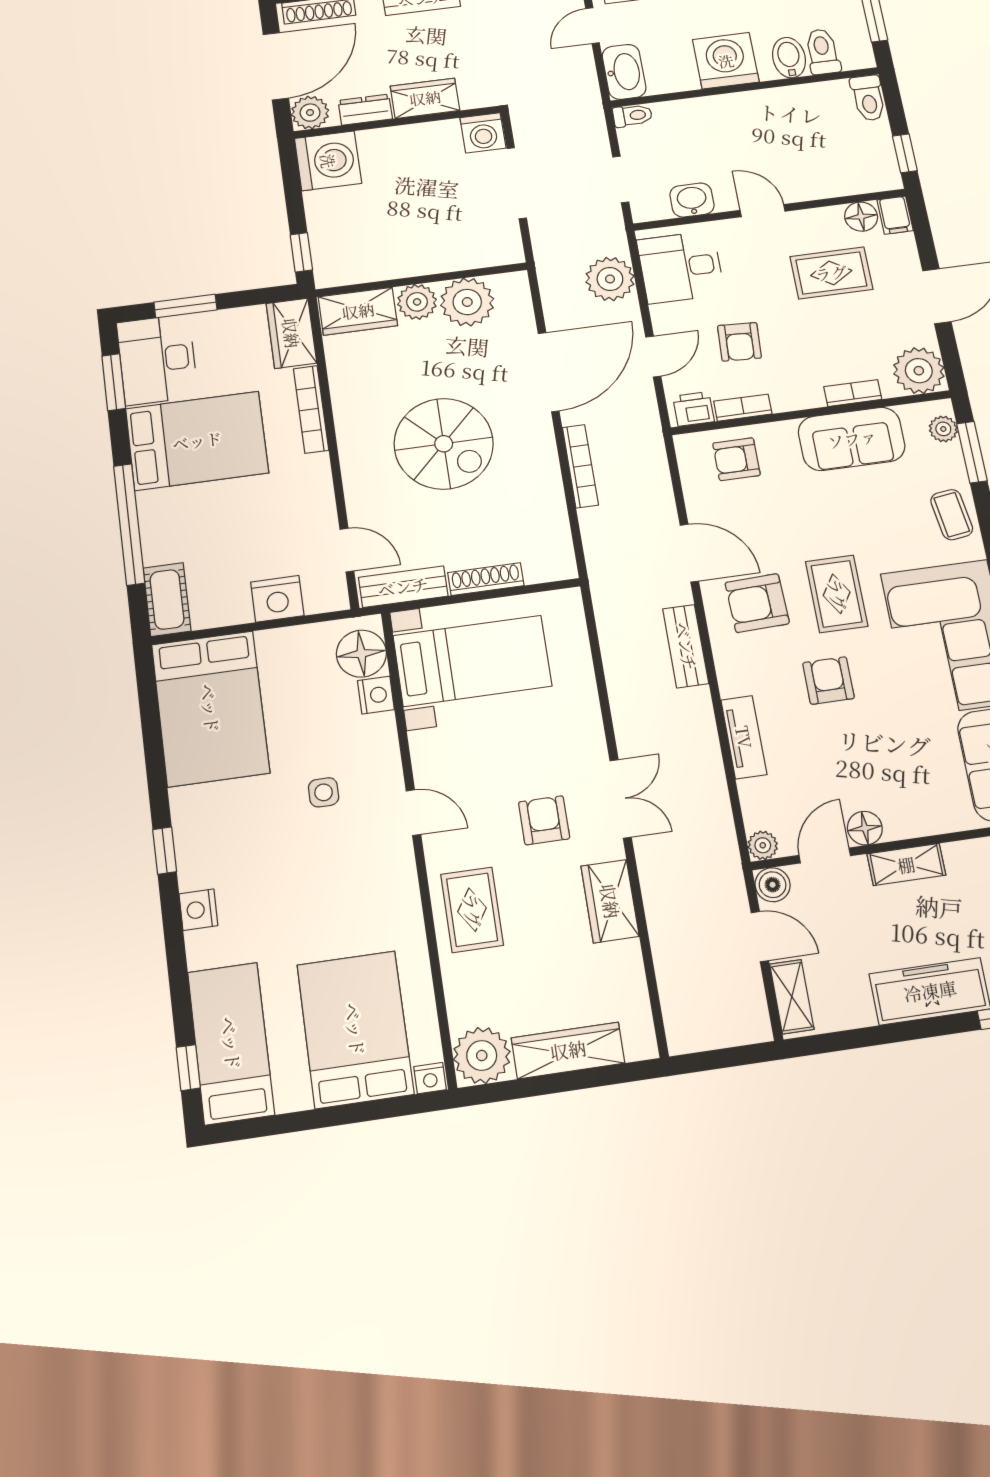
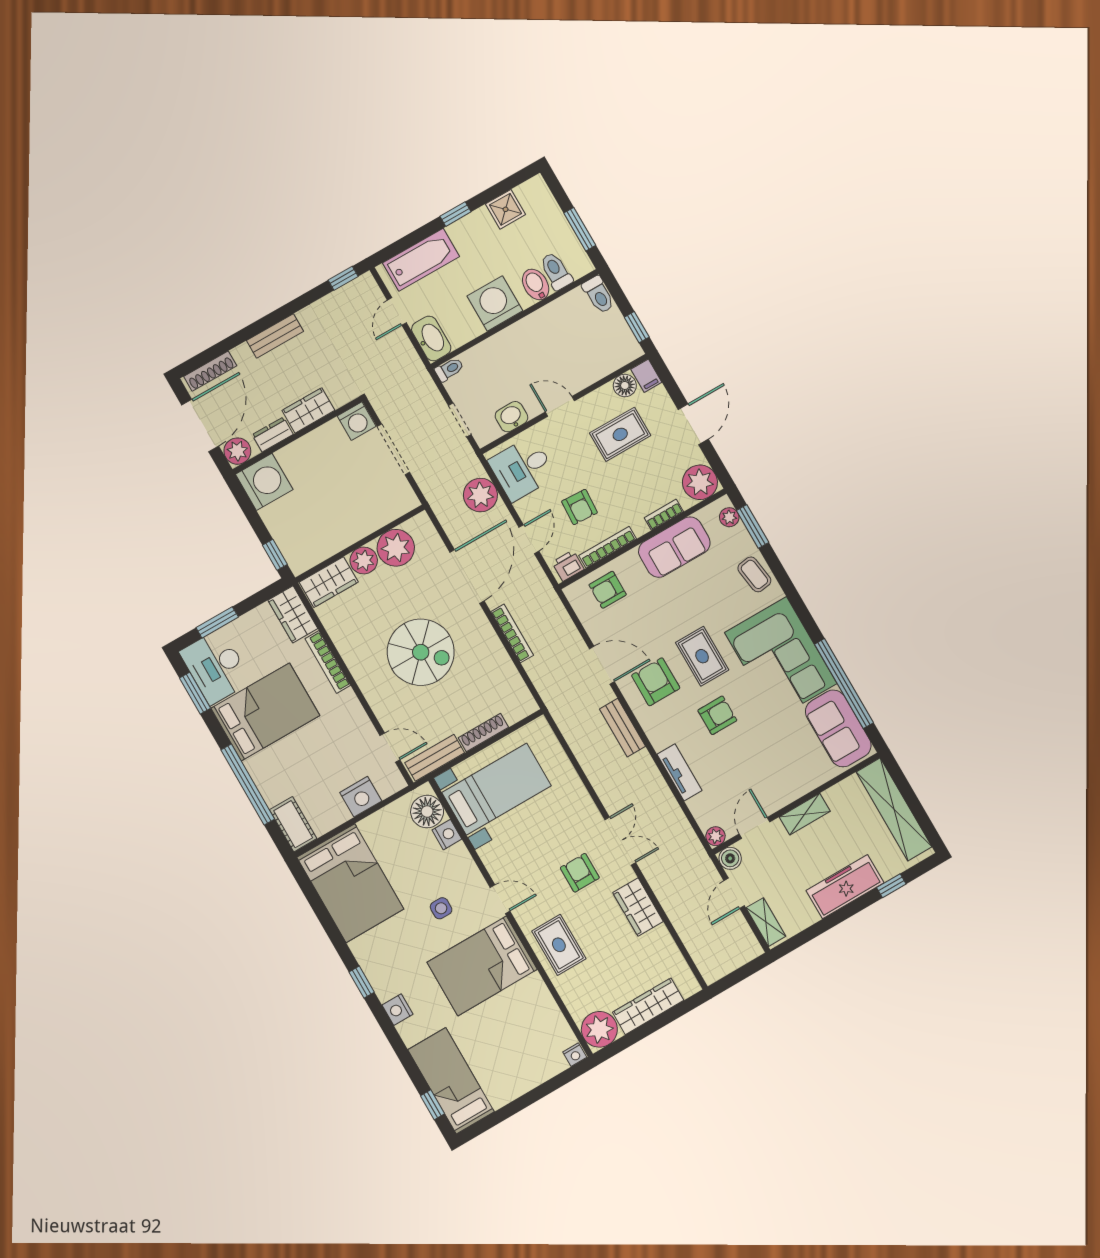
bookcase: (743, 408) -> (608, 547), width x1.56
armchair: (757, 603) -> (656, 682), turned 92
armchair: (828, 681) -> (717, 715), turned 90
floor lamp: (865, 828) -> (772, 801), removed
door: (760, 937) -> (734, 893), swing flipped
bed: (355, 1029) -> (482, 966), moved, turned -90

